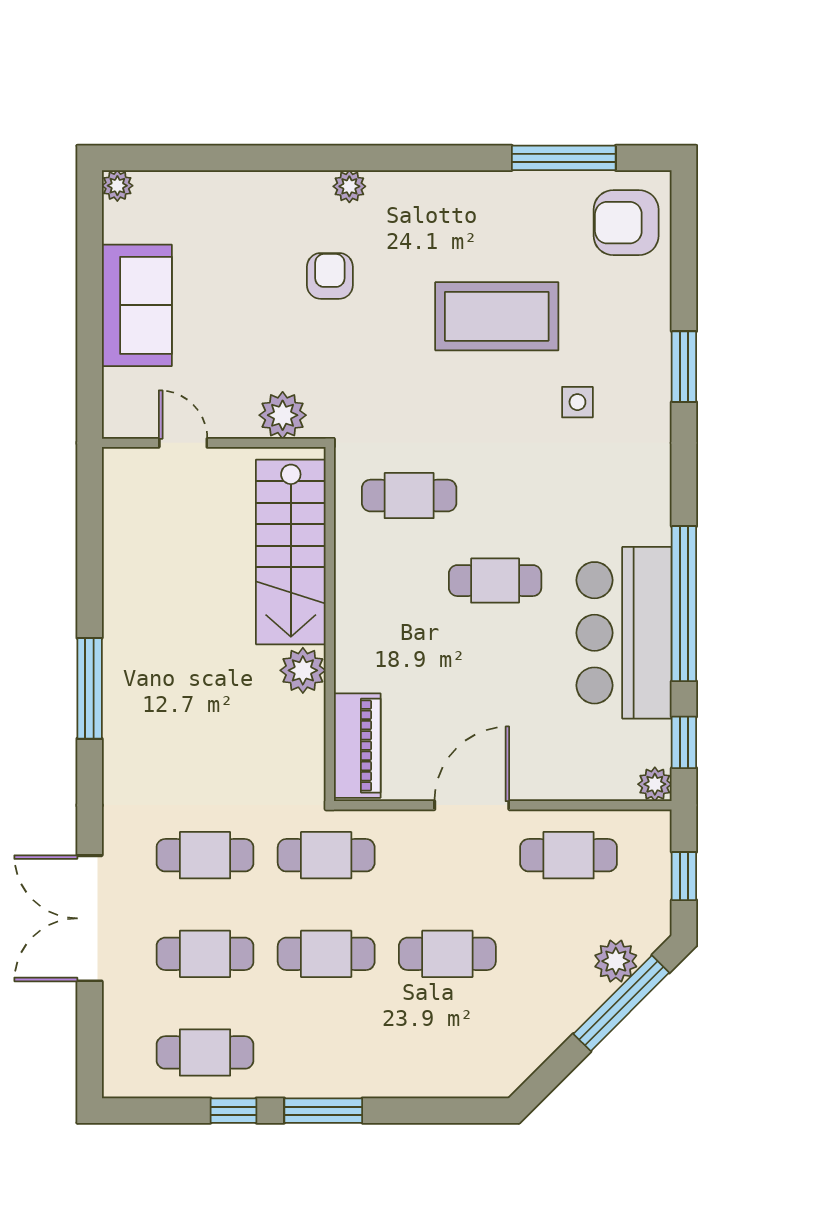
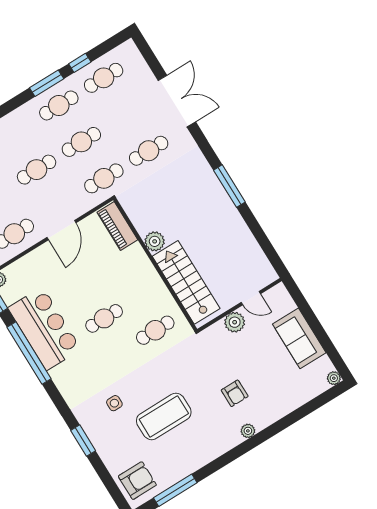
plant: (283, 415) -> (235, 322), moved
cafe table: (205, 954) -> (59, 105), moved

